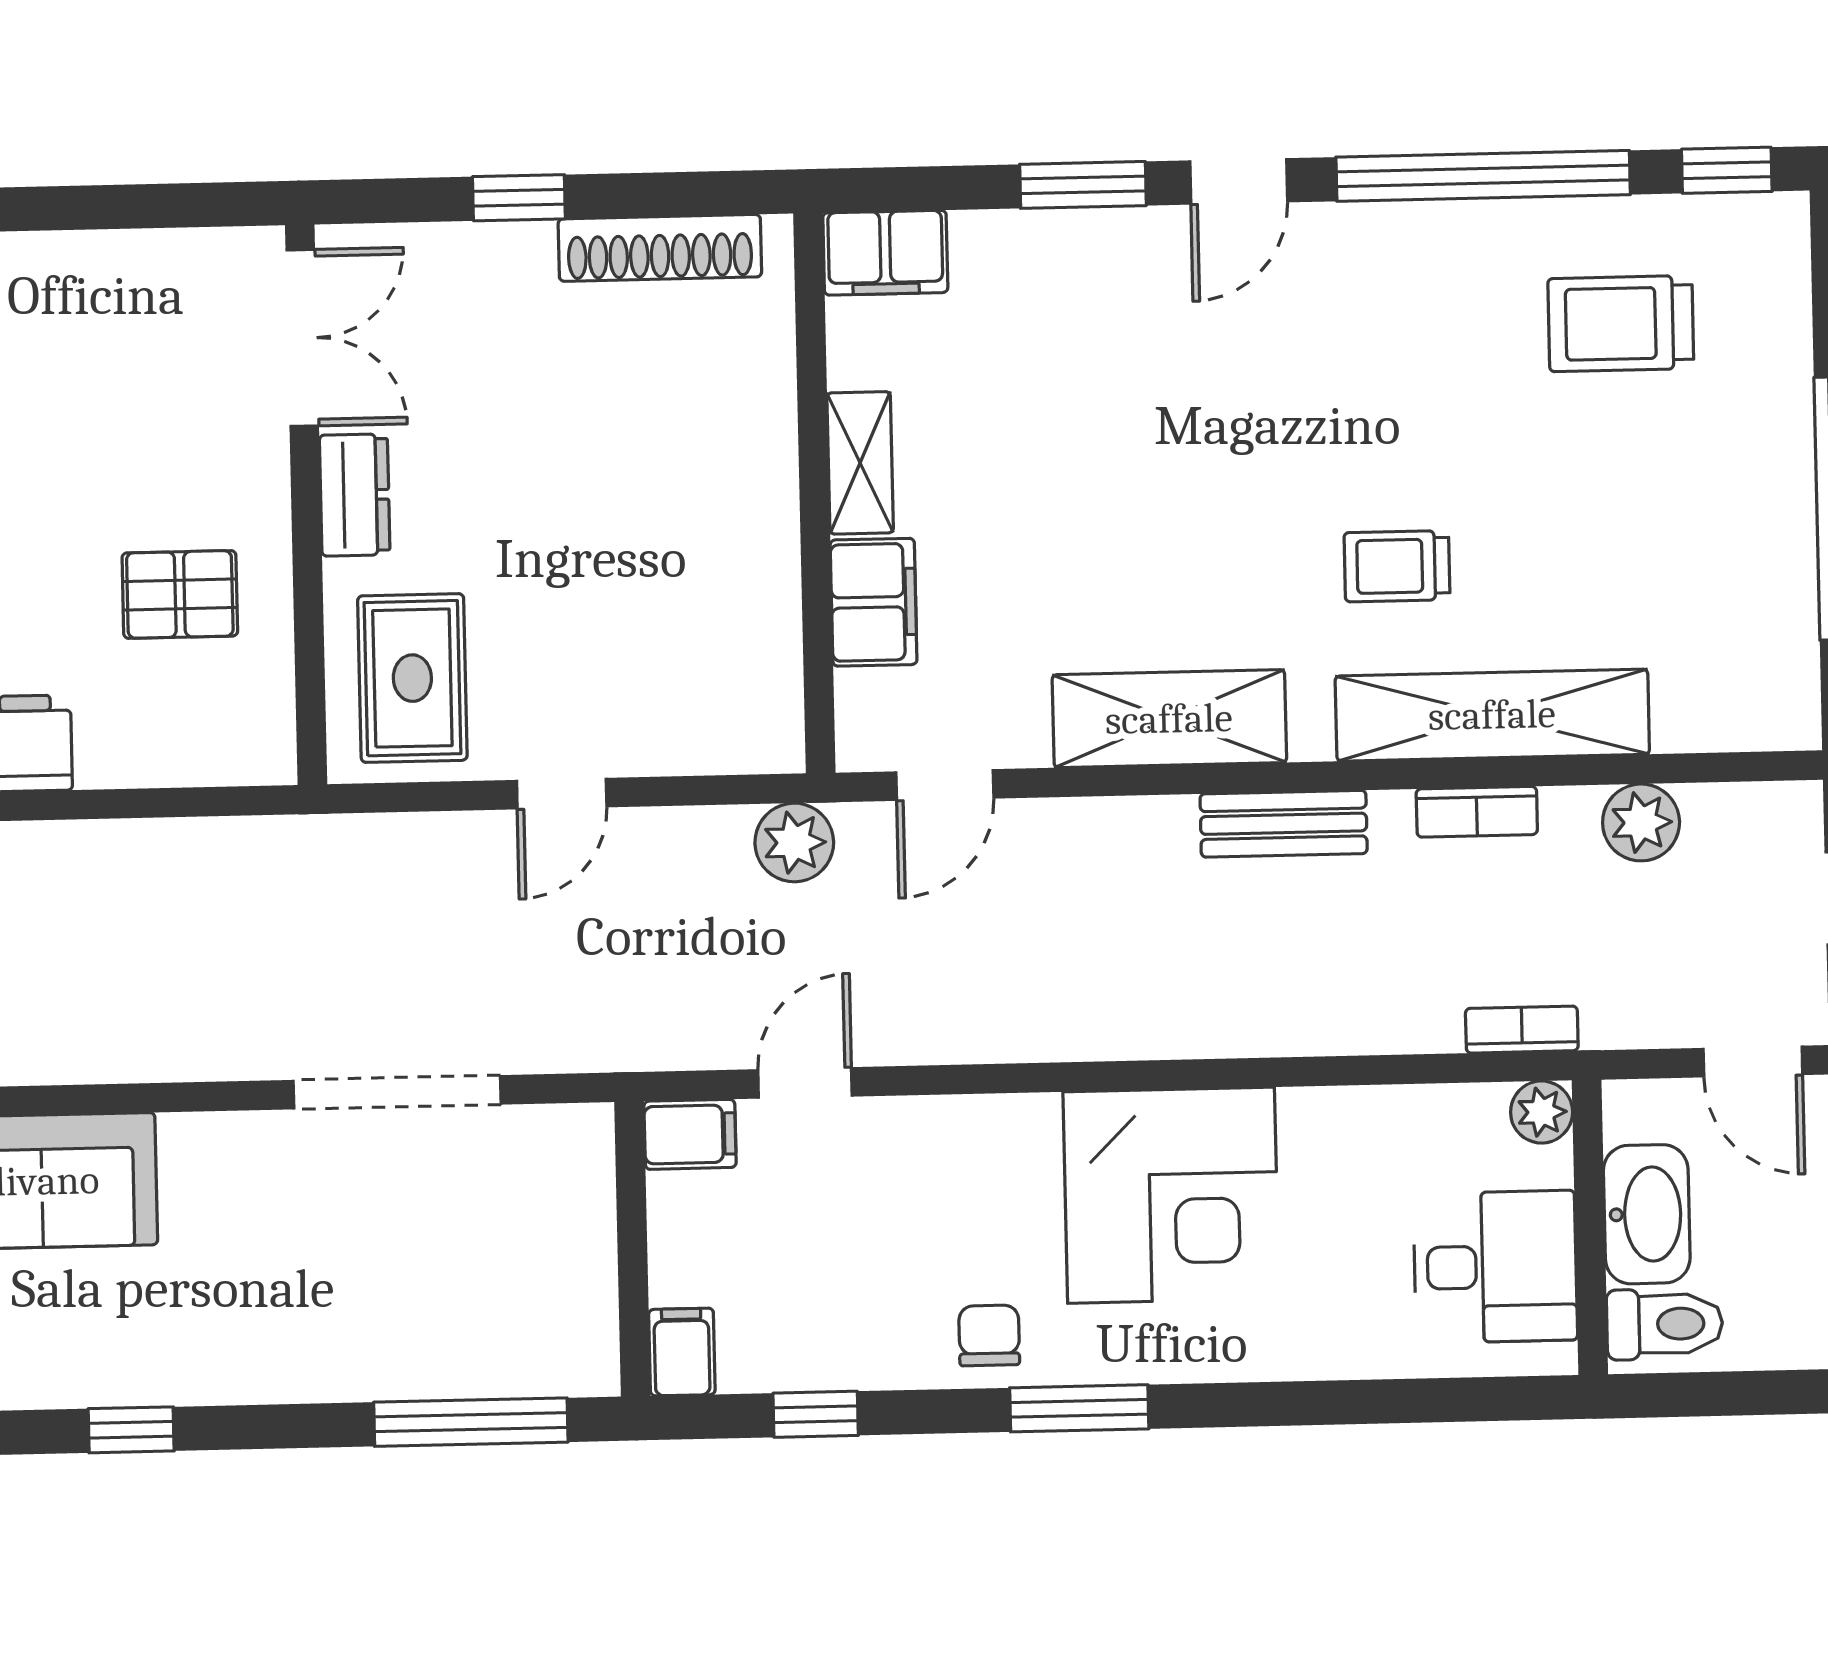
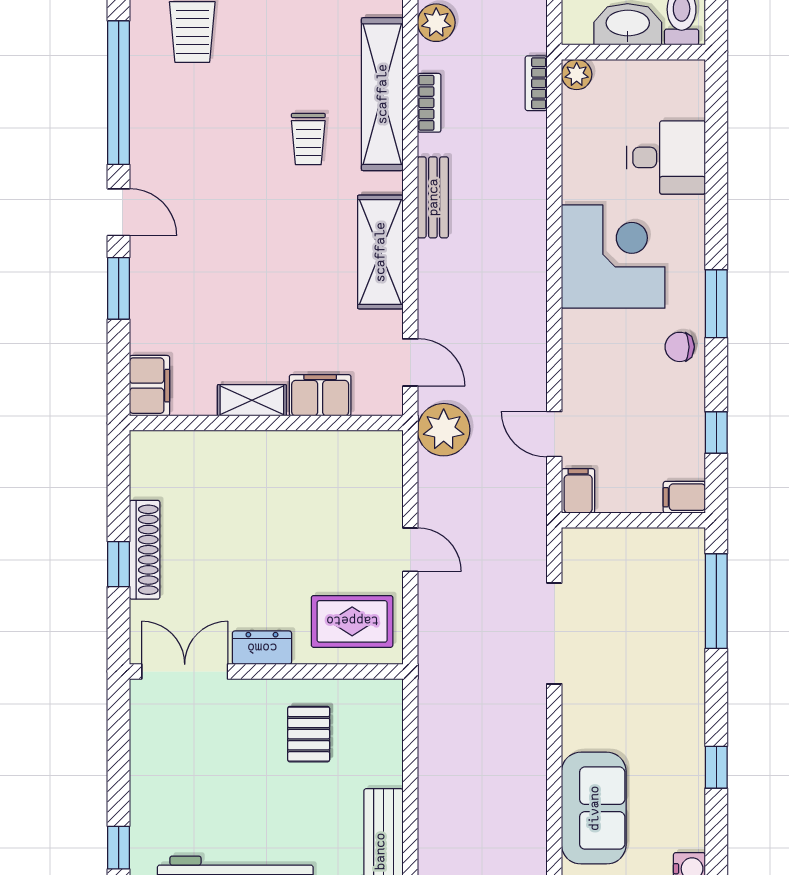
shoe rack: (660, 248) -> (145, 550), moved
plant: (794, 842) -> (444, 430), width x1.36, depth x1.36
desk: (1495, 1267) -> (666, 157), moved, turned 90

